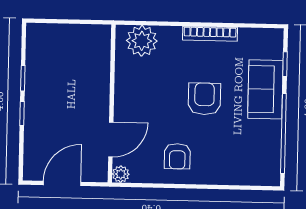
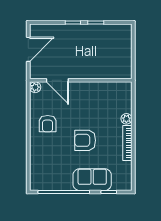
plant: (142, 41) -> (126, 119), moved, width x0.53, depth x0.53
armchair: (204, 99) -> (85, 140), turned 180
armchair: (177, 156) -> (48, 124), turned -90
door: (62, 183) -> (28, 49), hinge flipped

